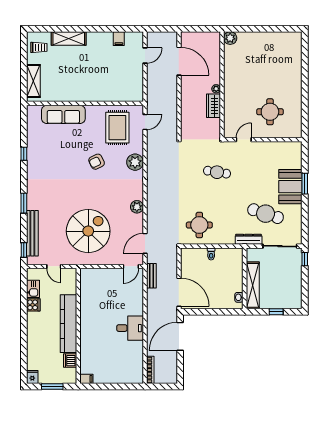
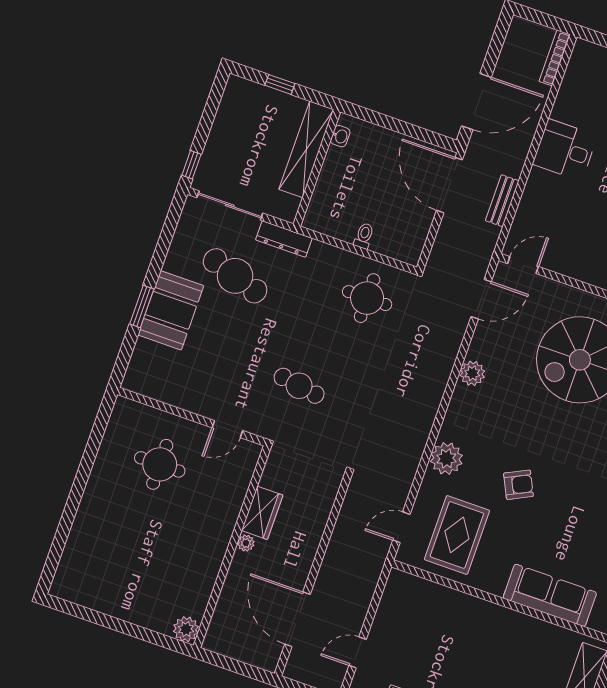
bench: (151, 276) -> (502, 201), moved

